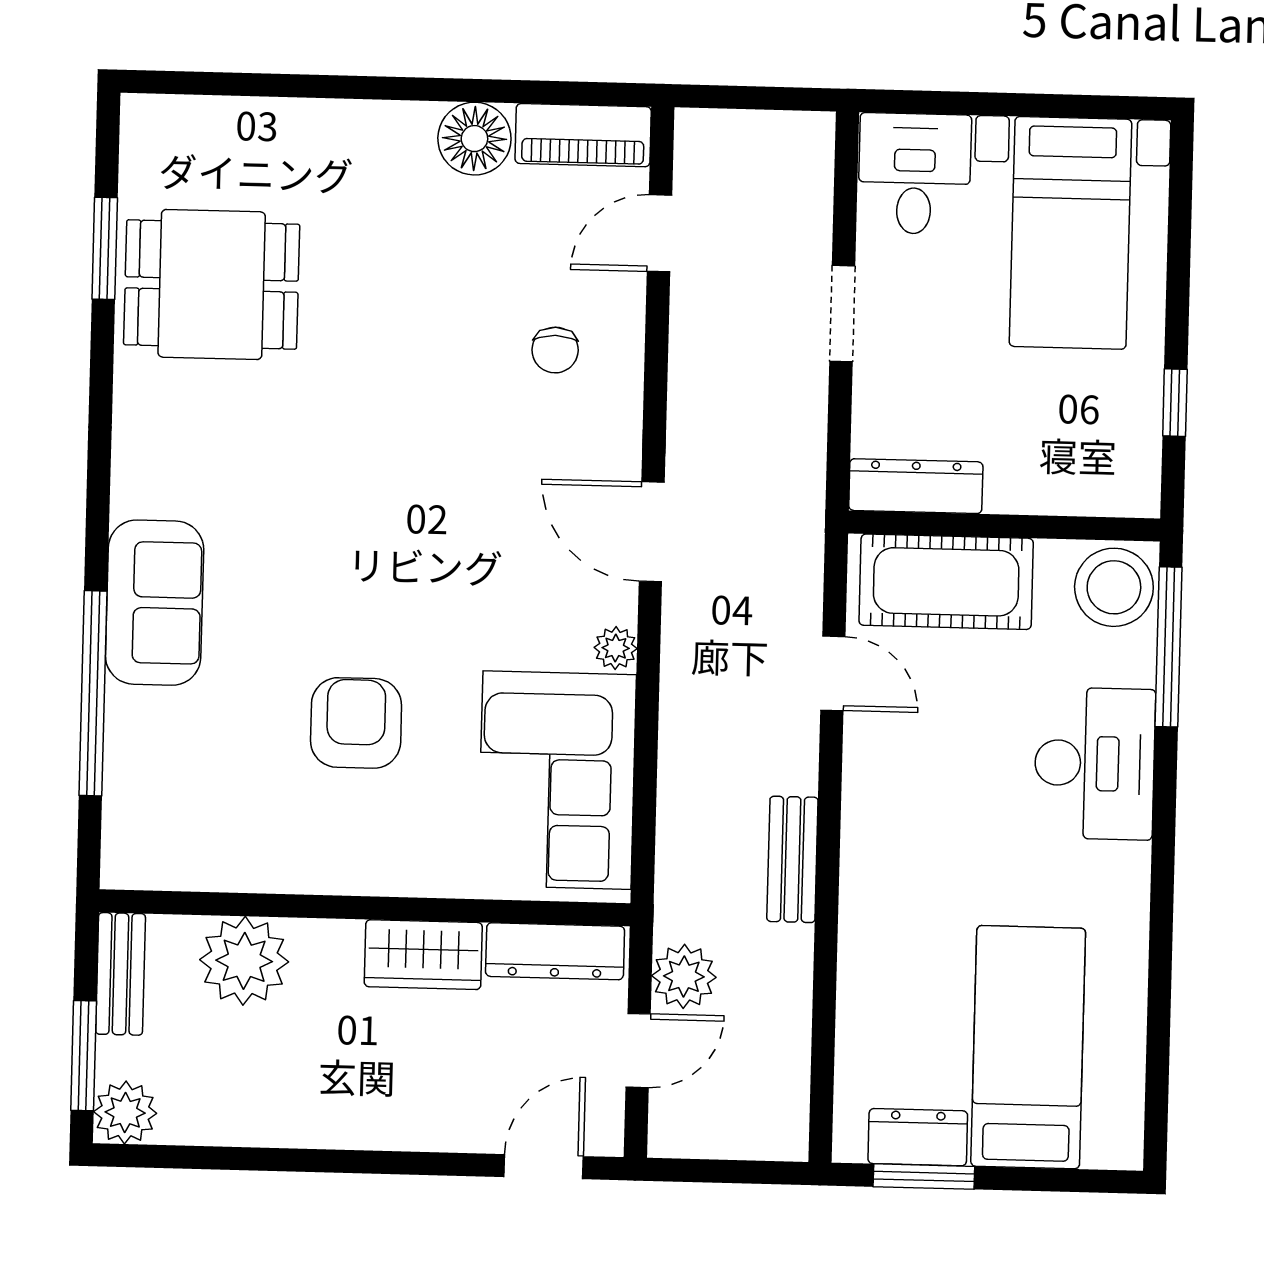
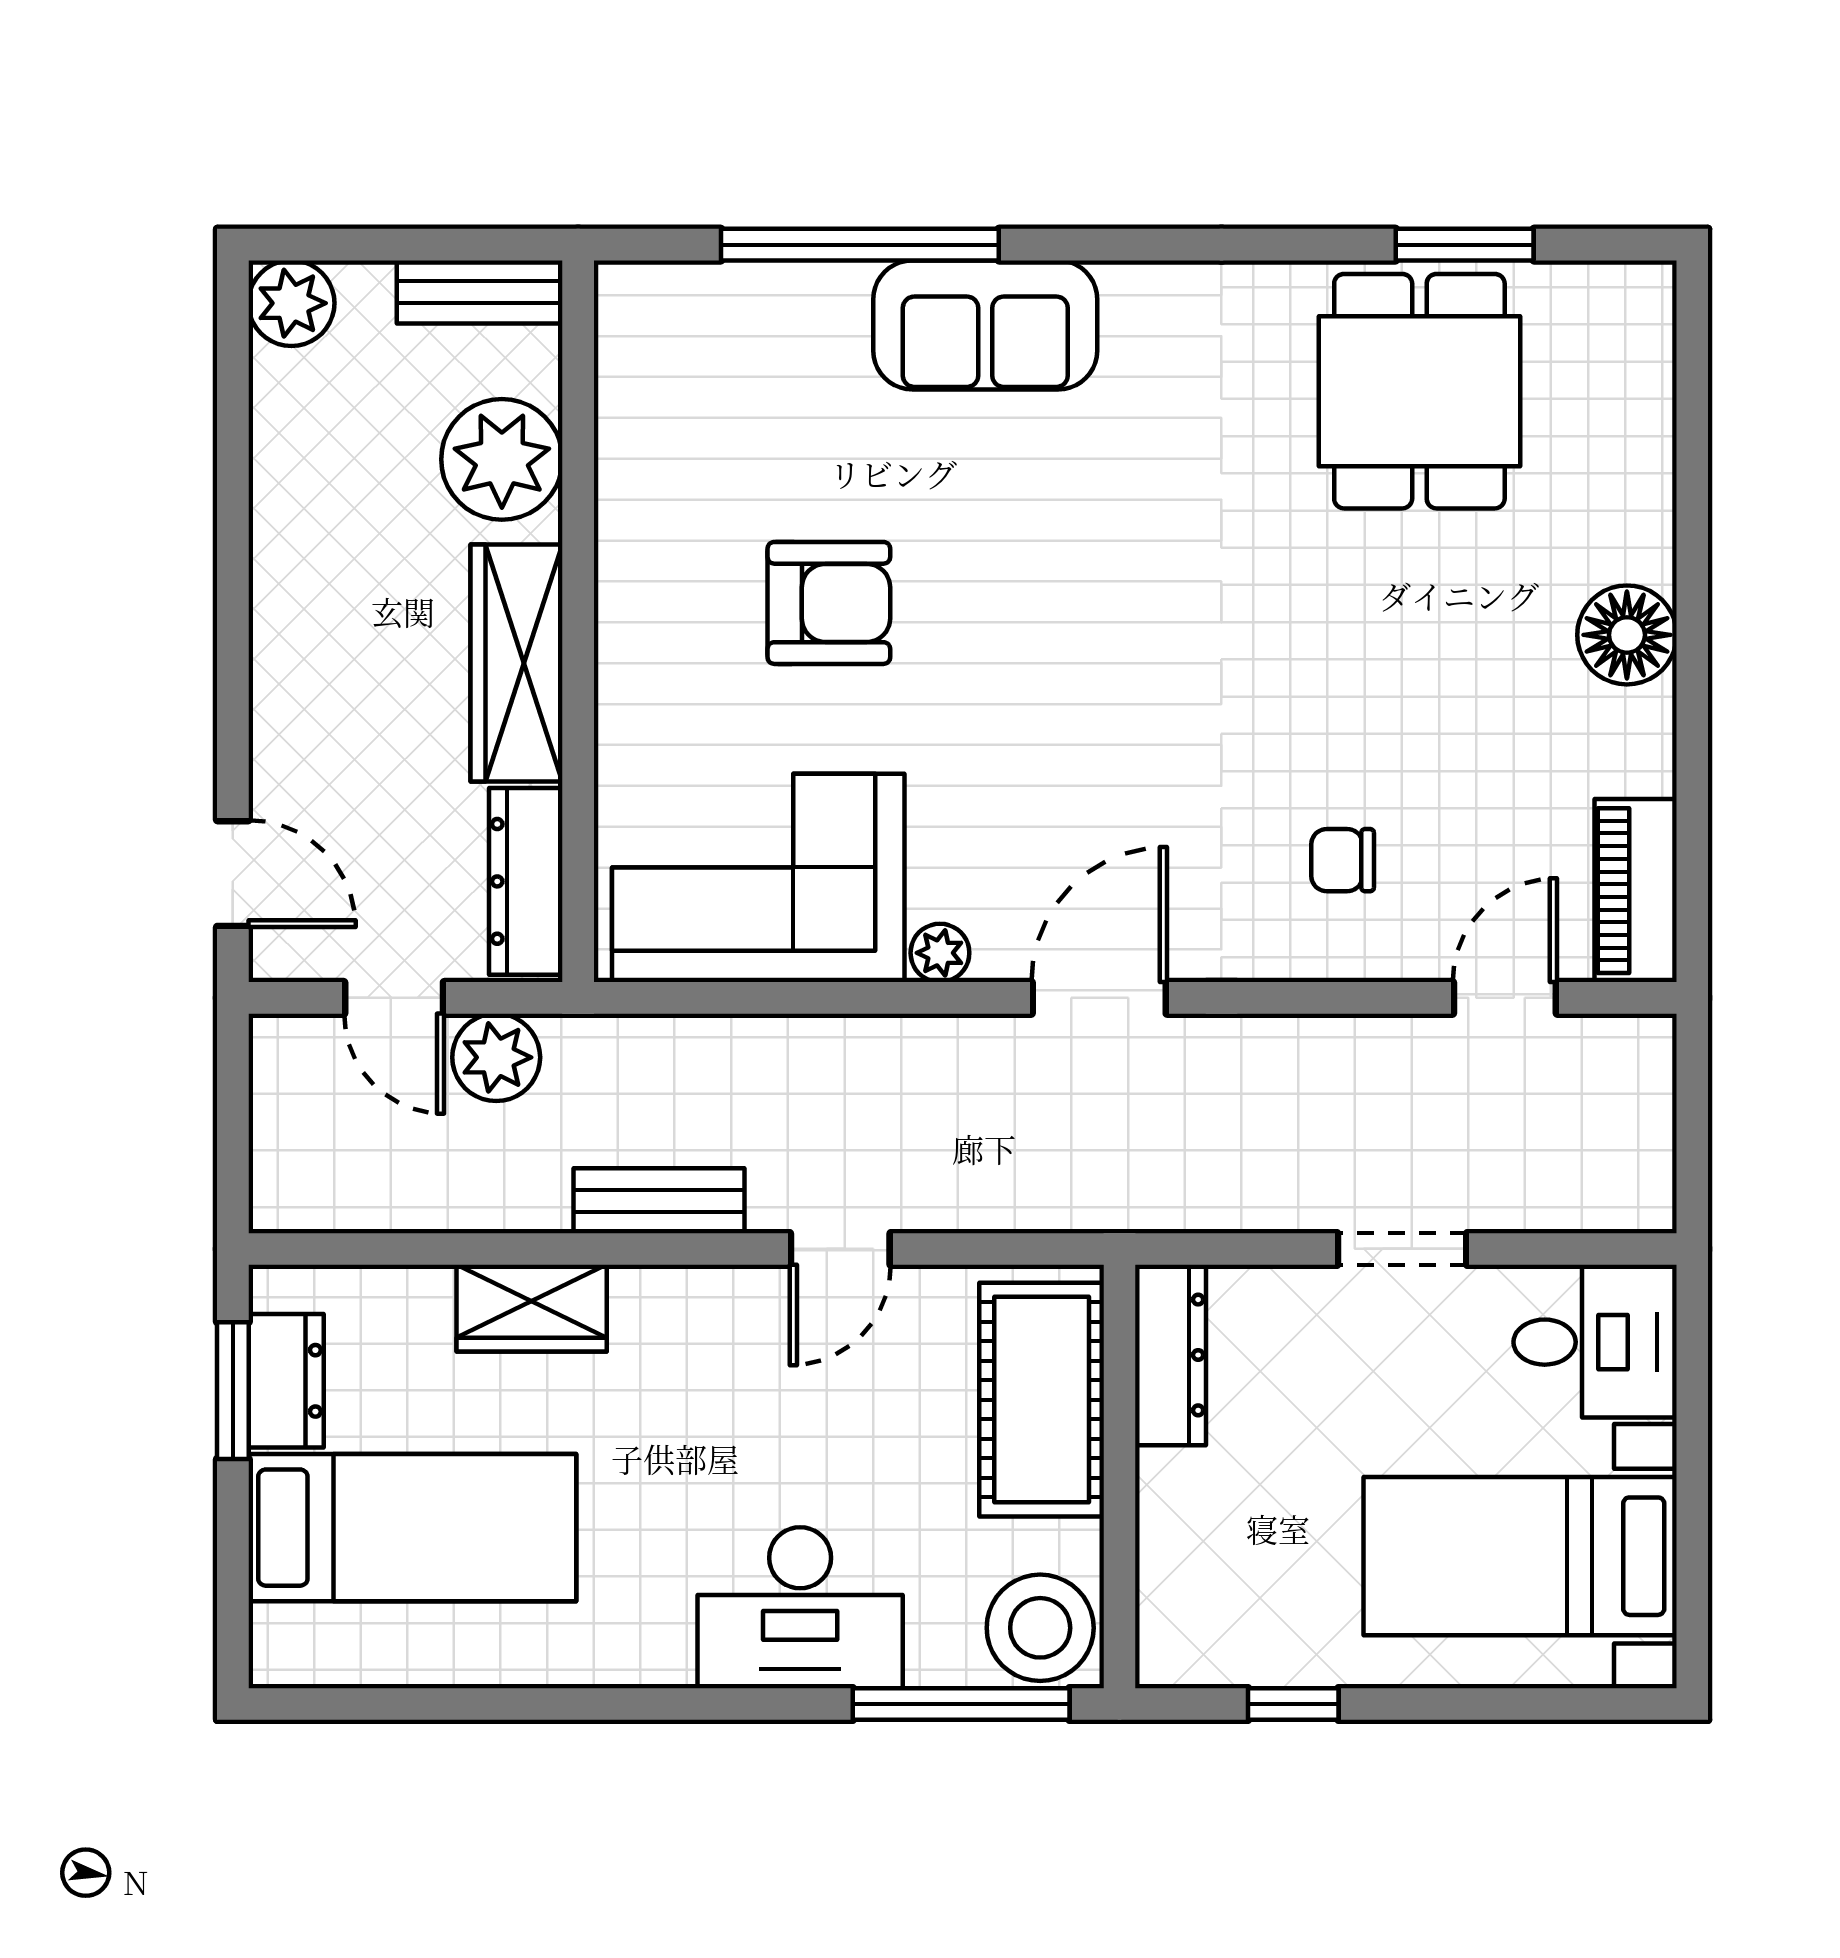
floor lamp: (474, 139) -> (1627, 635), moved
door: (660, 233) -> (1505, 998), hinge flipped
door: (833, 673) -> (840, 1249), moved
wardrobe: (423, 955) -> (517, 663), width x1.50
wardrobe: (869, 955) -> (532, 1308), added
window: (84, 1056) -> (367, 245), removed

